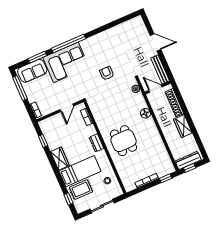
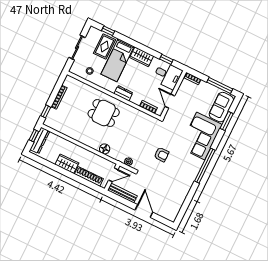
door: (155, 42) -> (144, 211), swing flipped
window: (69, 43) -> (205, 166), moved
desk: (52, 128) -> (168, 75), added

